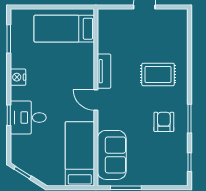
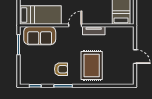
rug: (158, 74) -> (92, 65), width x1.36, depth x1.43

